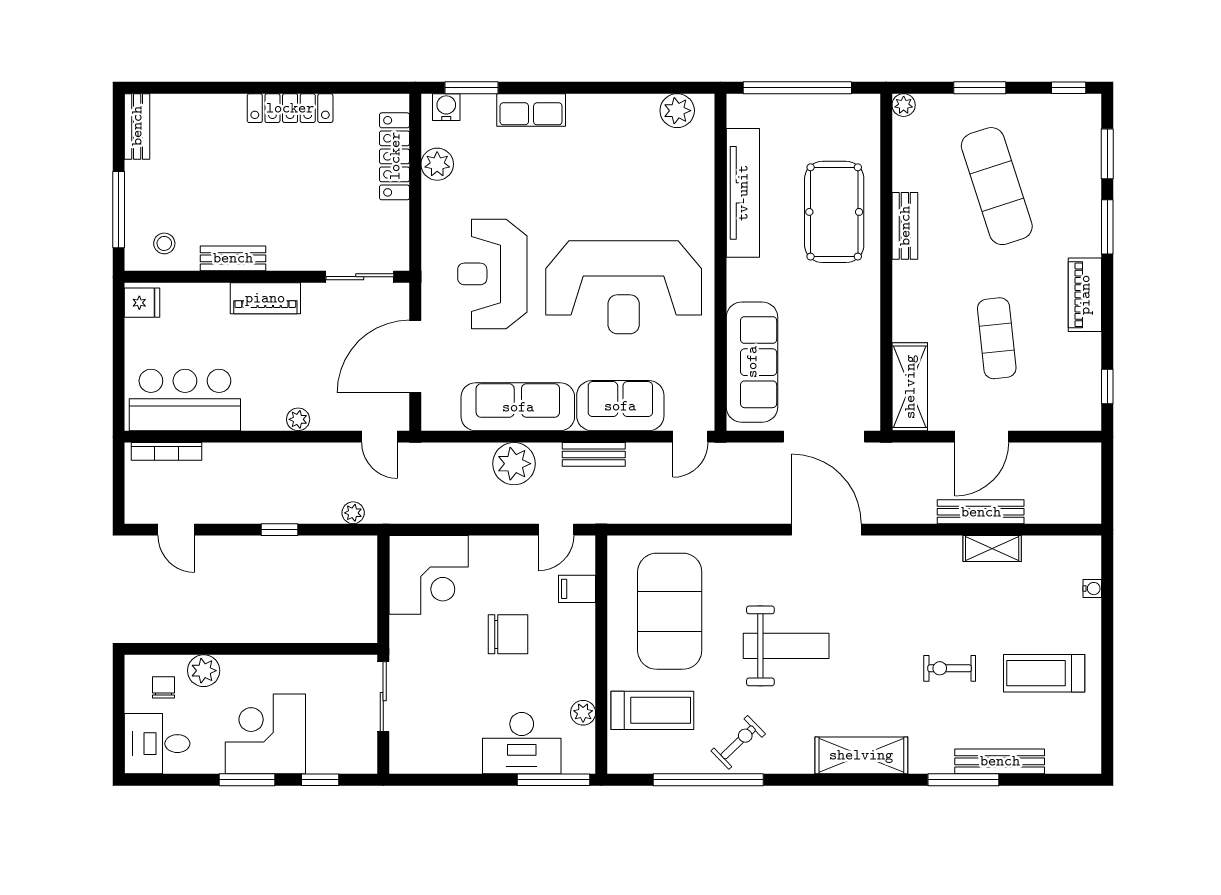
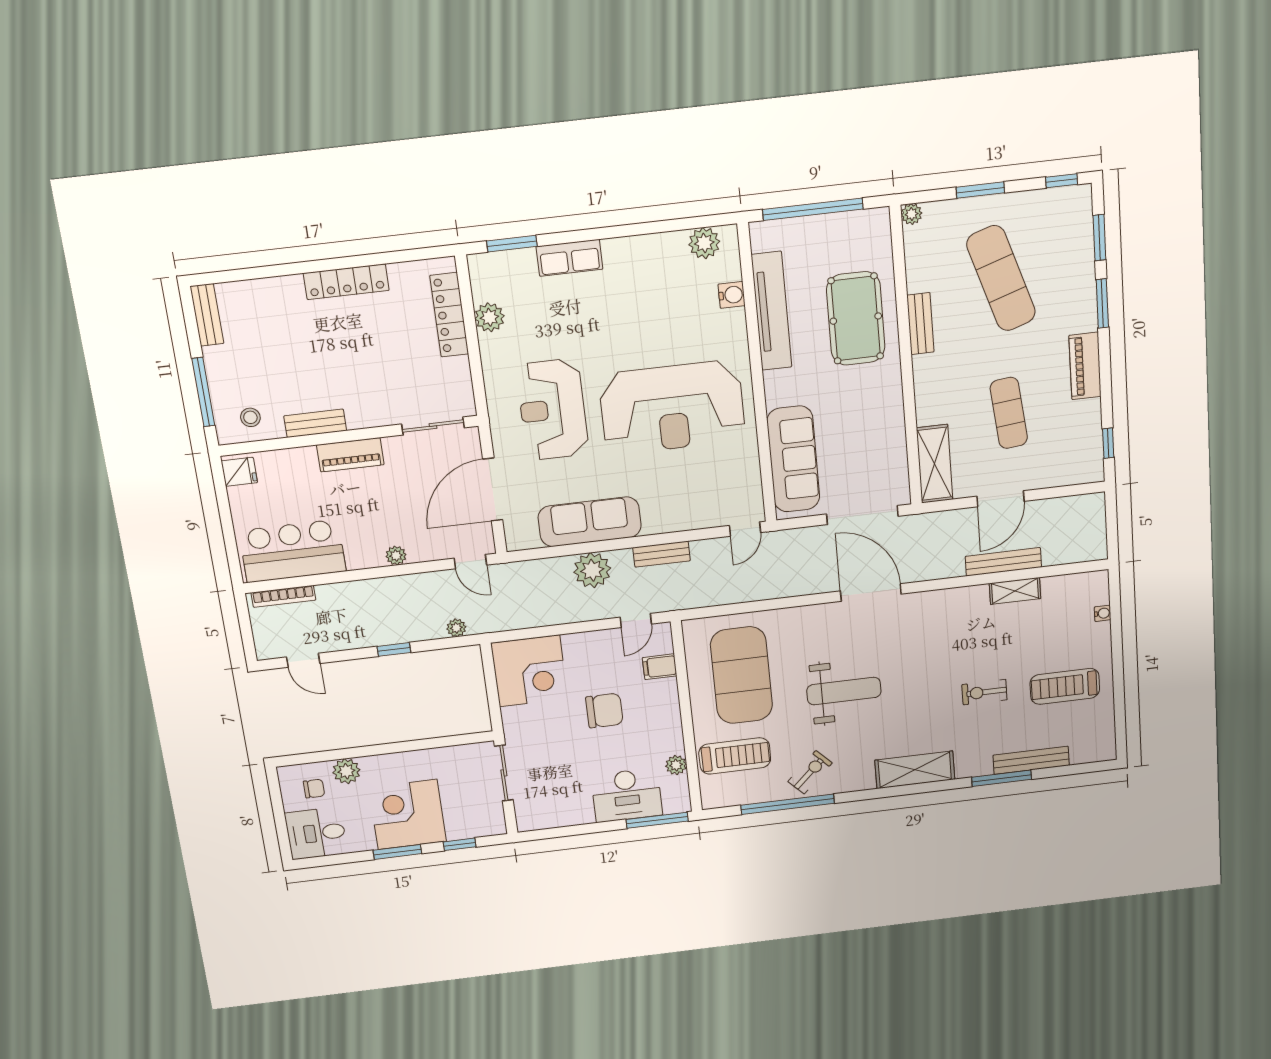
water cooler: (446, 107) -> (732, 295), moved, turned 90
sofa: (620, 406) -> (680, 510), removed
chair: (163, 687) -> (314, 789), turned 90

